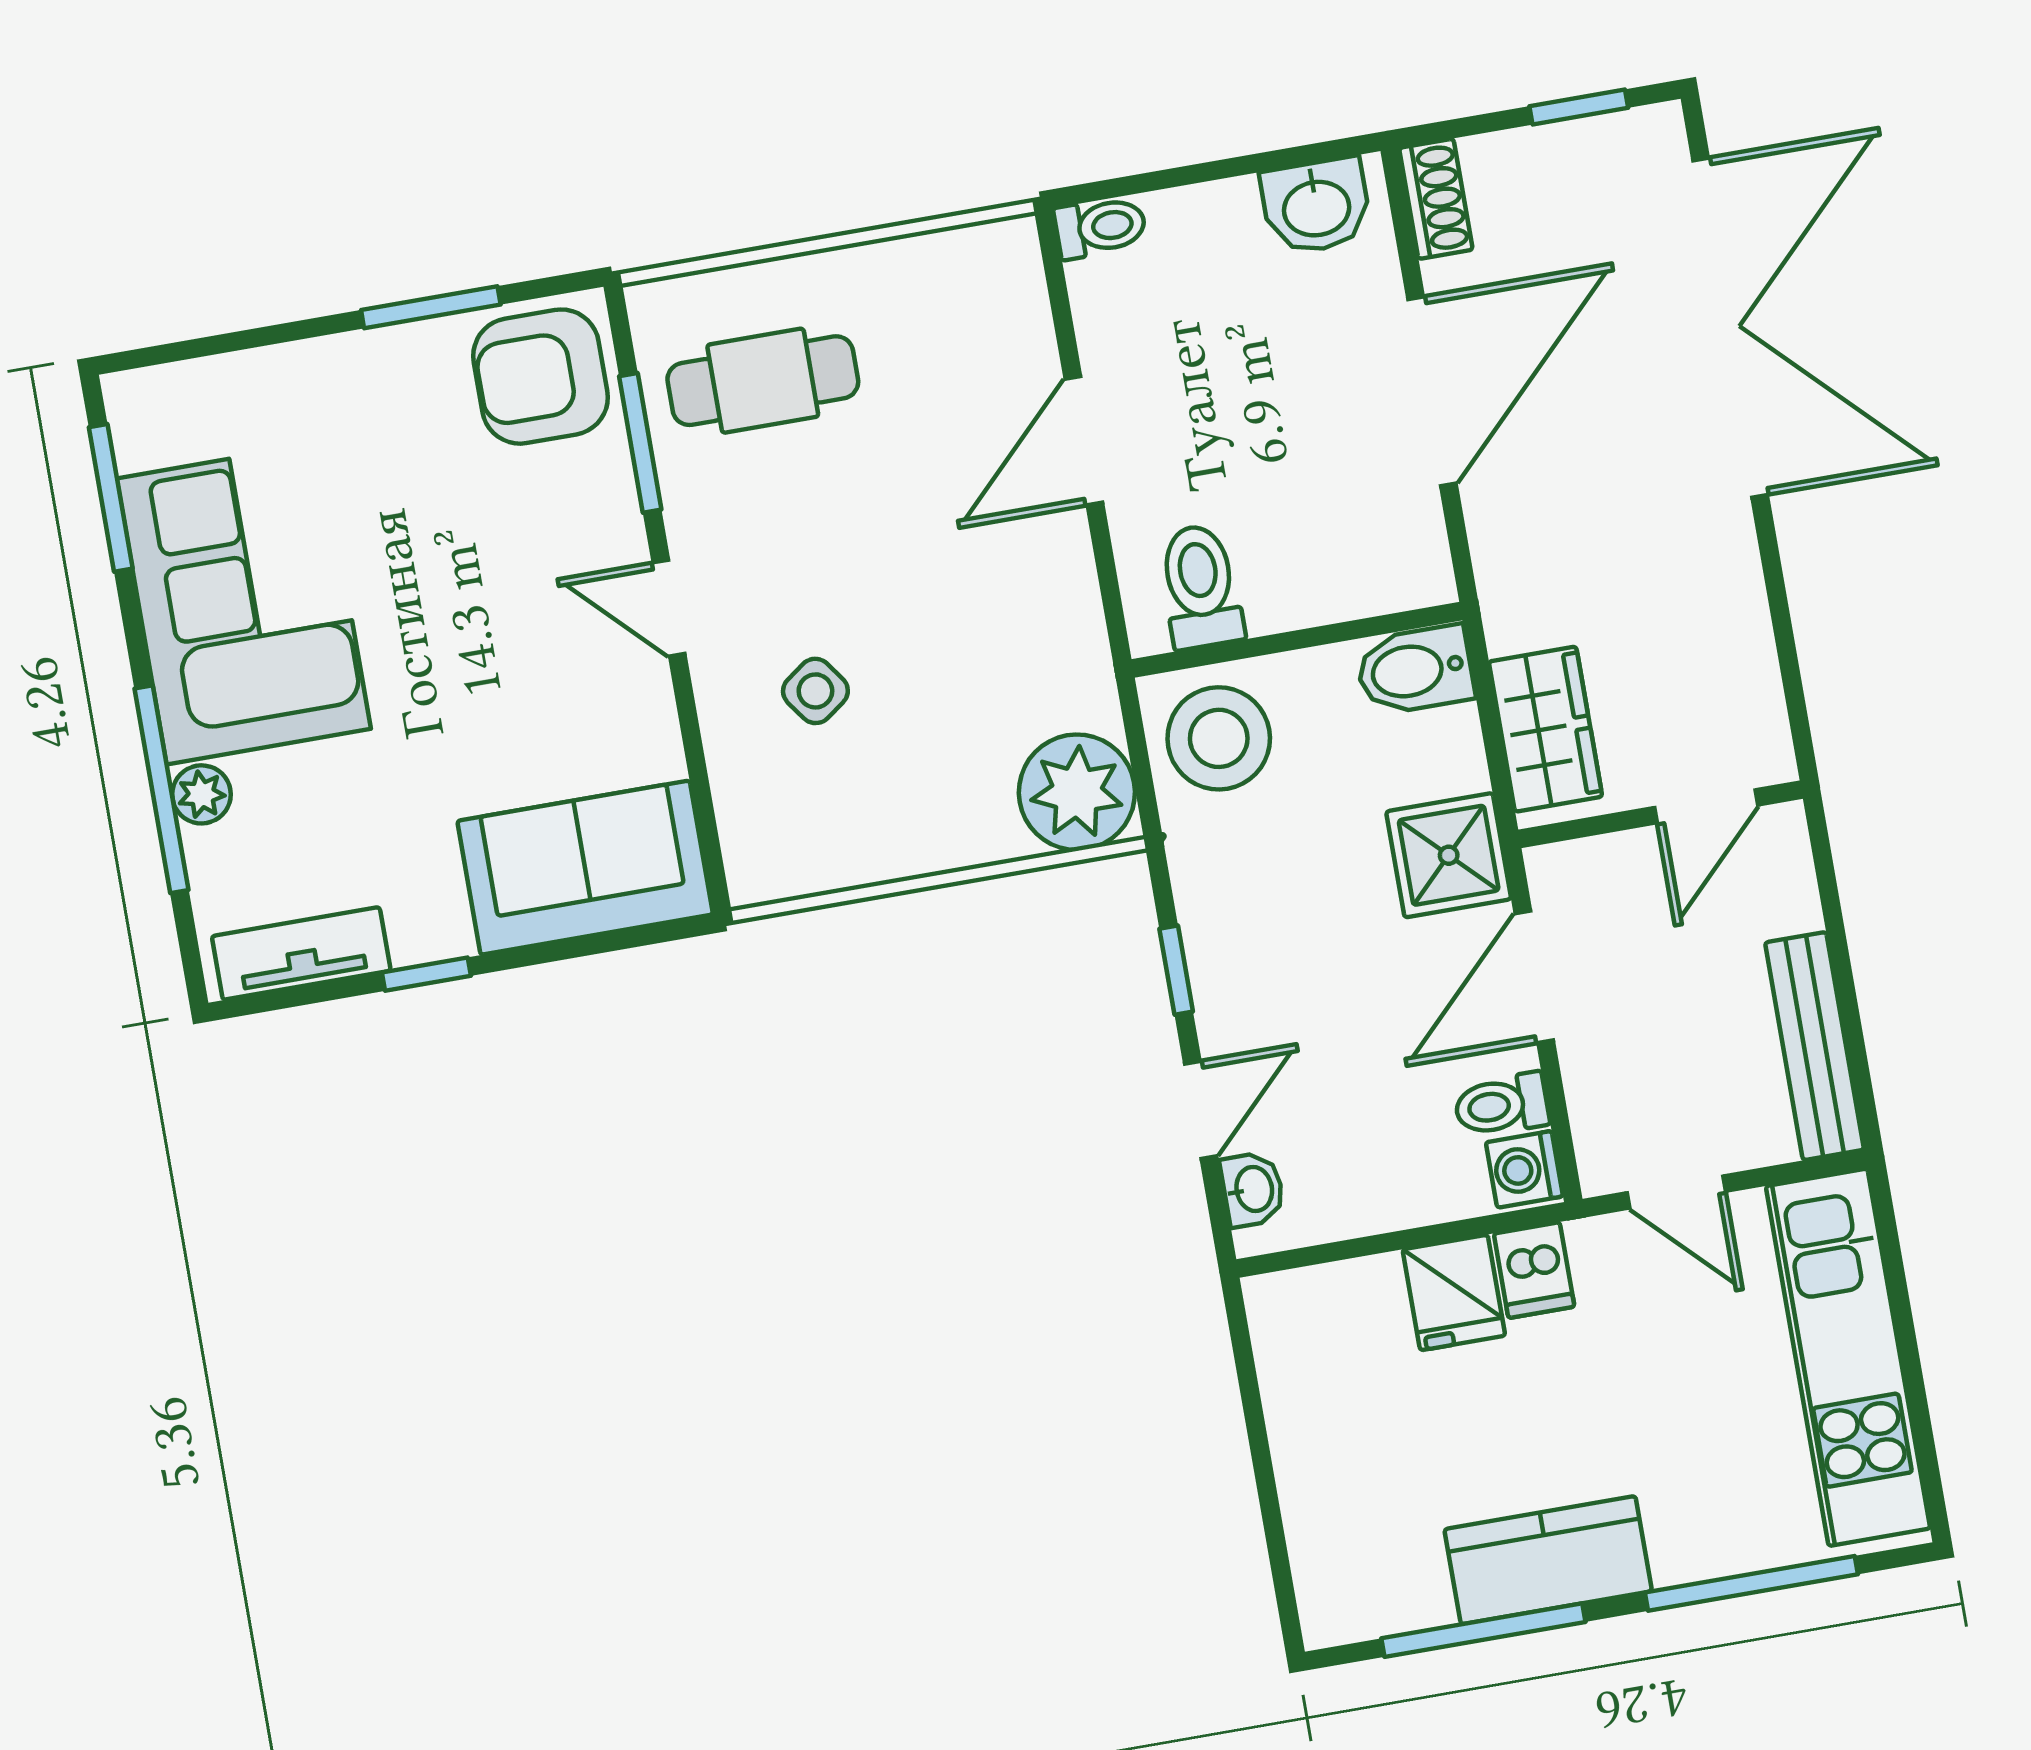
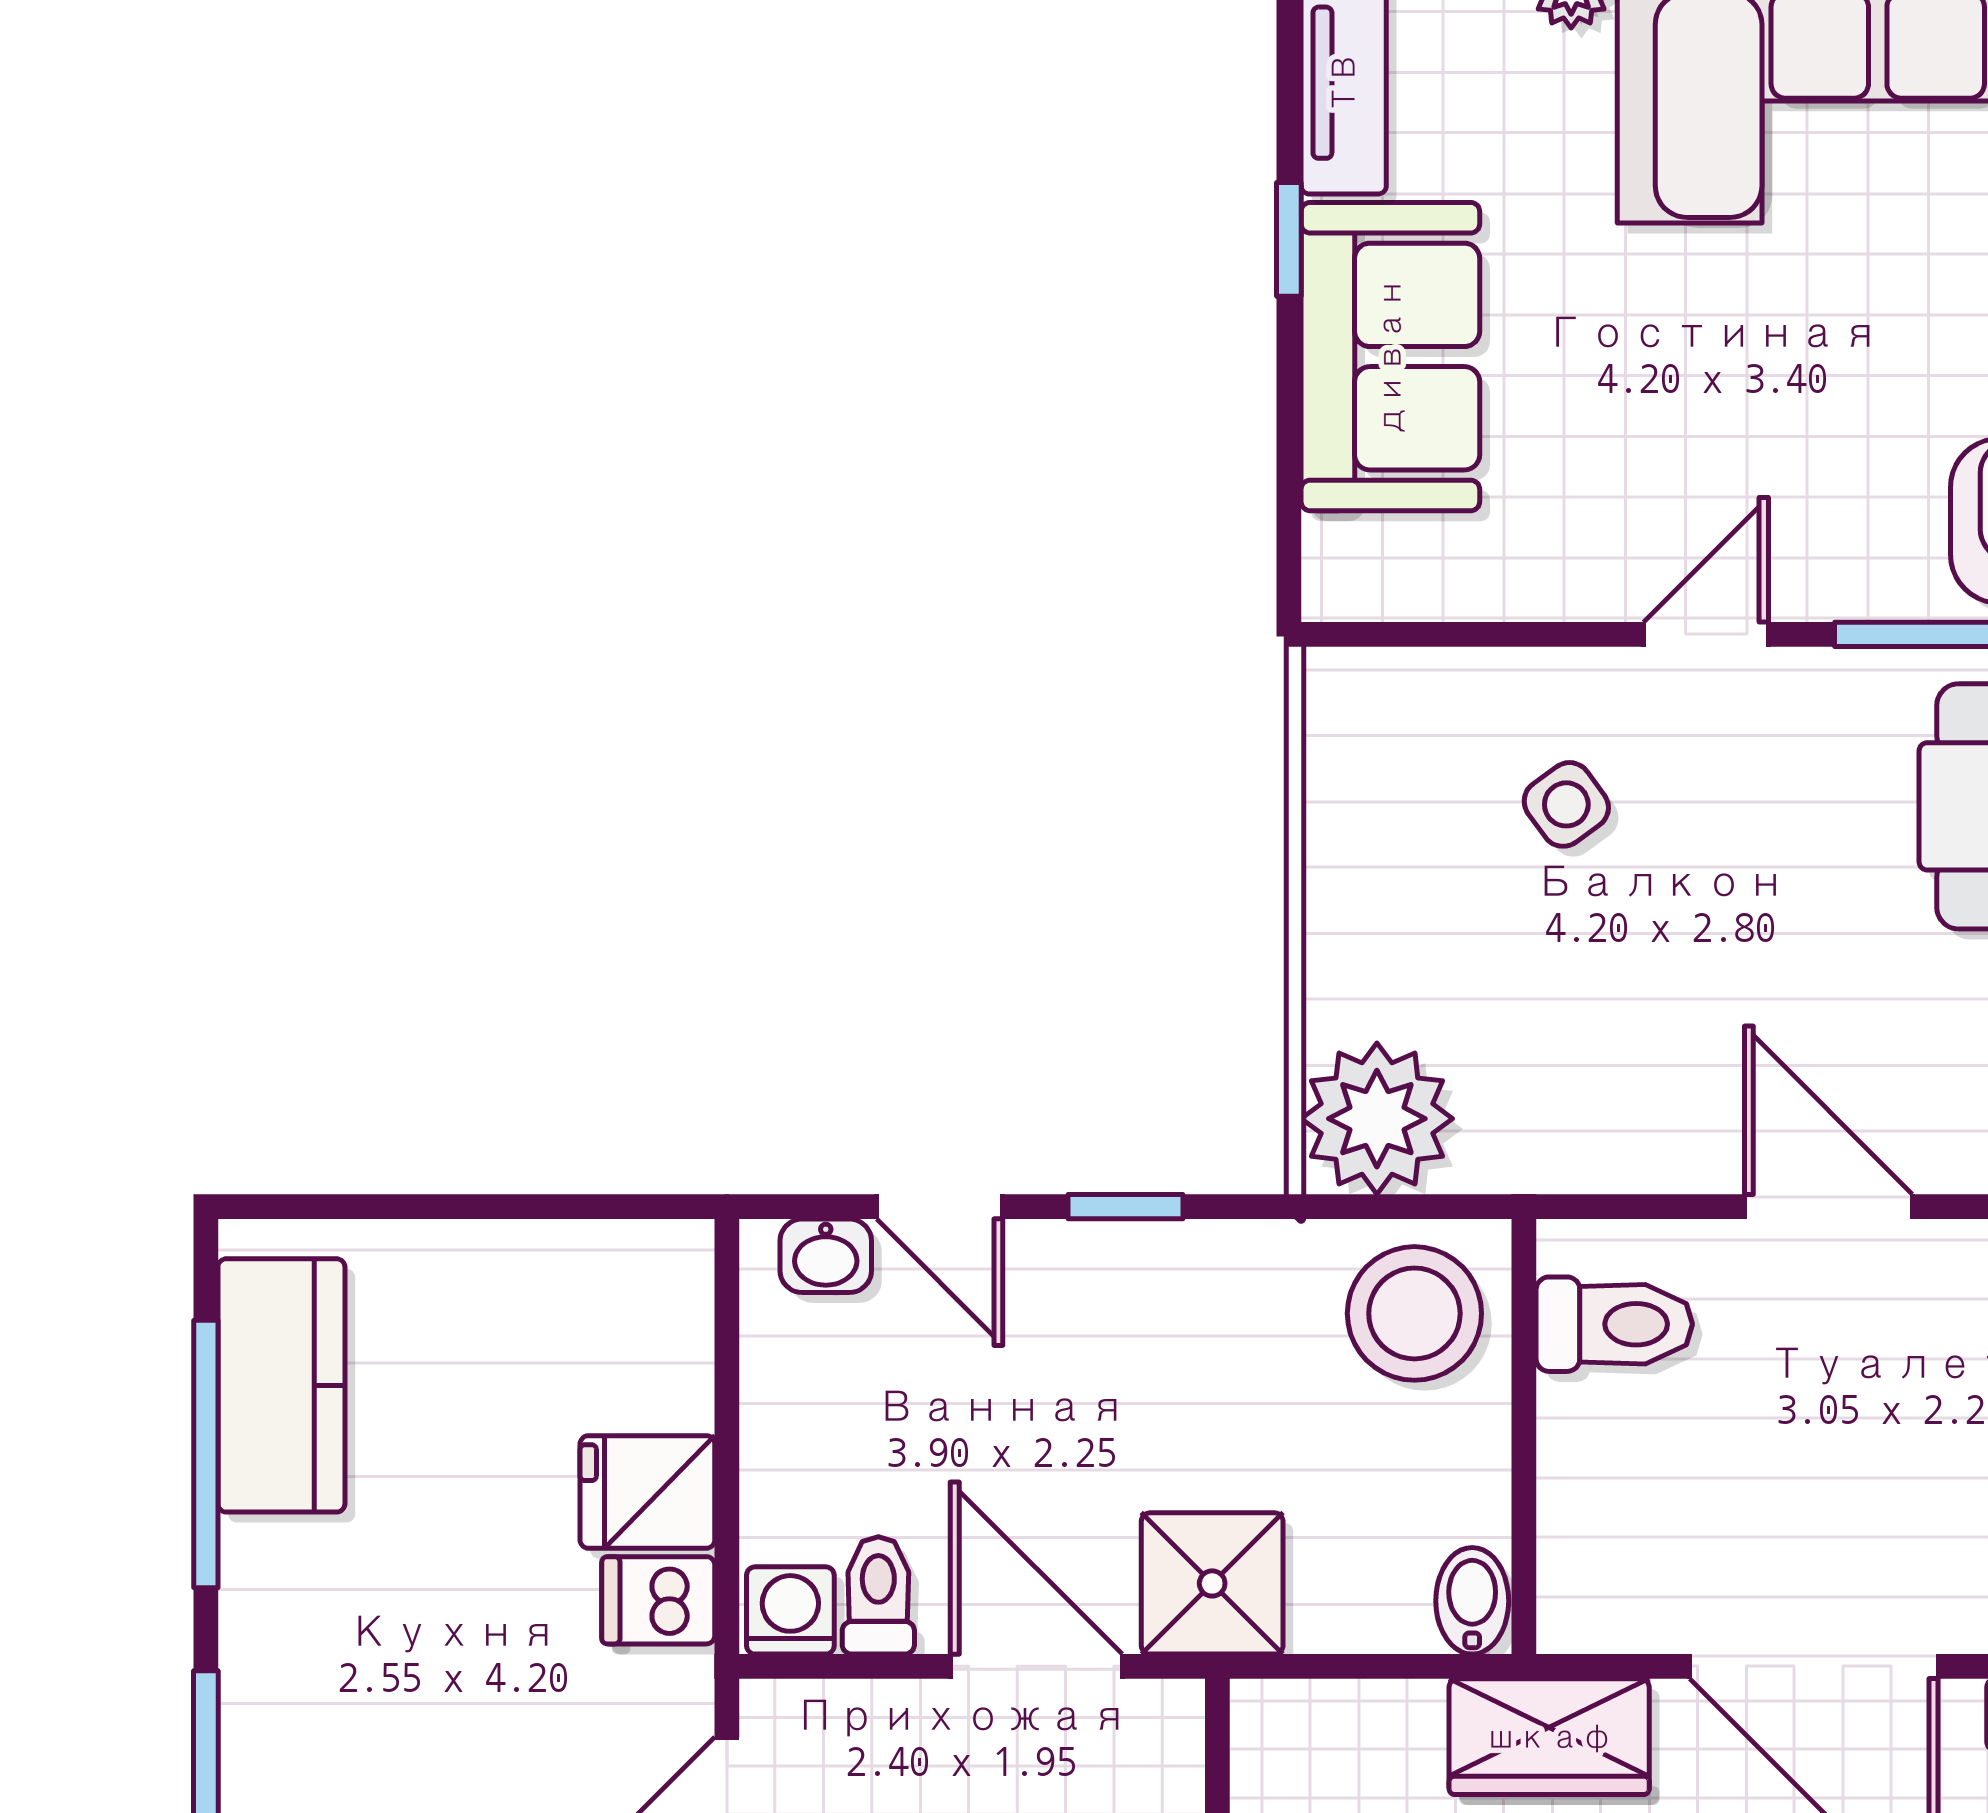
bidet: (1415, 670) -> (1472, 1601), width x0.72, depth x0.74
wardrobe: (1545, 729) -> (1549, 1737), moved
sofa: (585, 868) -> (1390, 357), moved
kitchen counter: (1548, 1560) -> (281, 1385), moved

